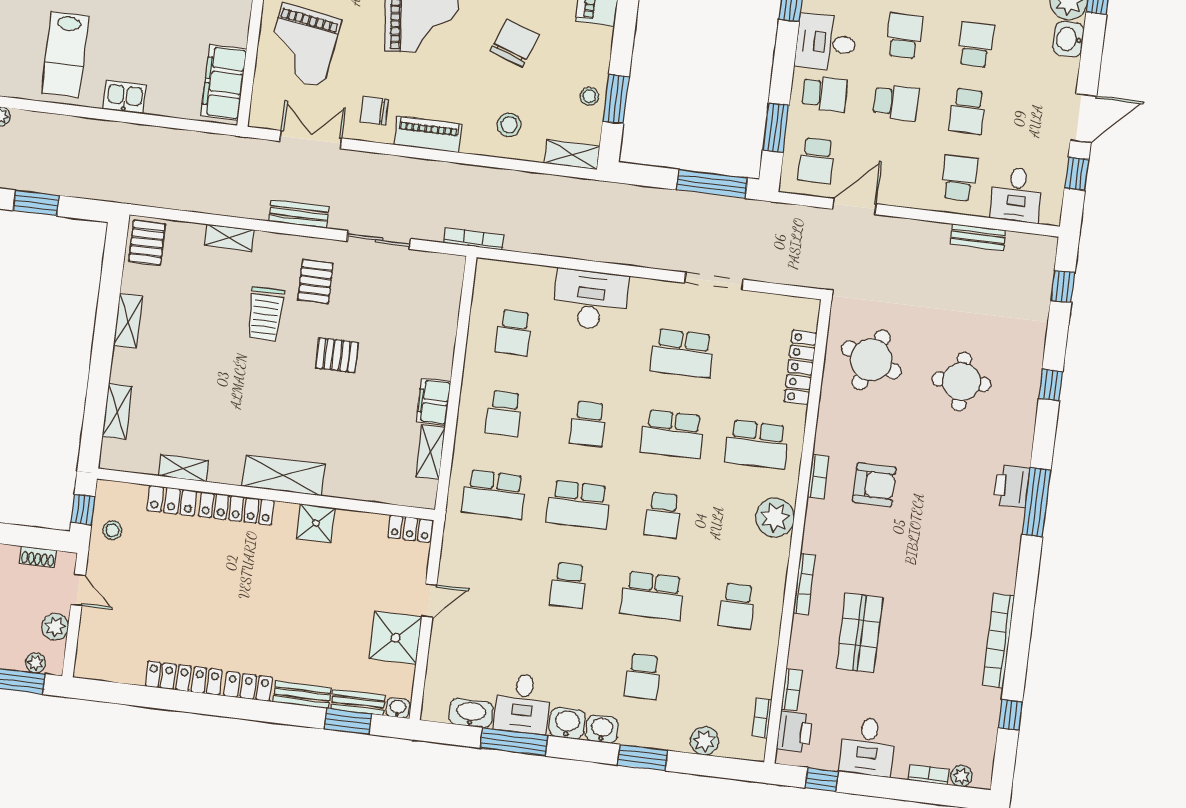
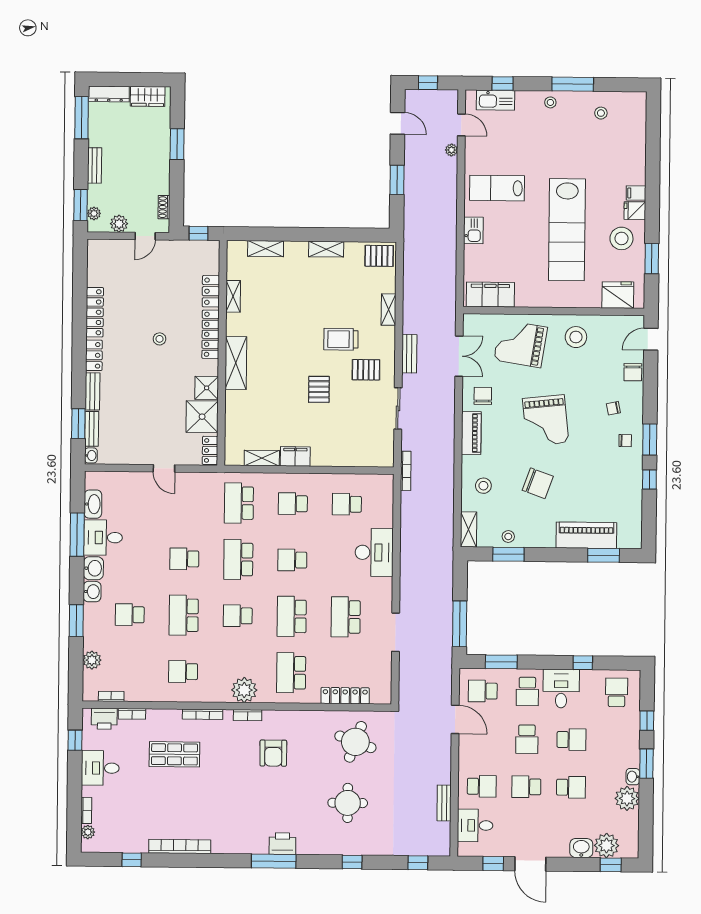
bookcase: (818, 477) -> (248, 715), moved
stool: (112, 530) -> (159, 339), moved
shower: (395, 638) -> (202, 417), moved

